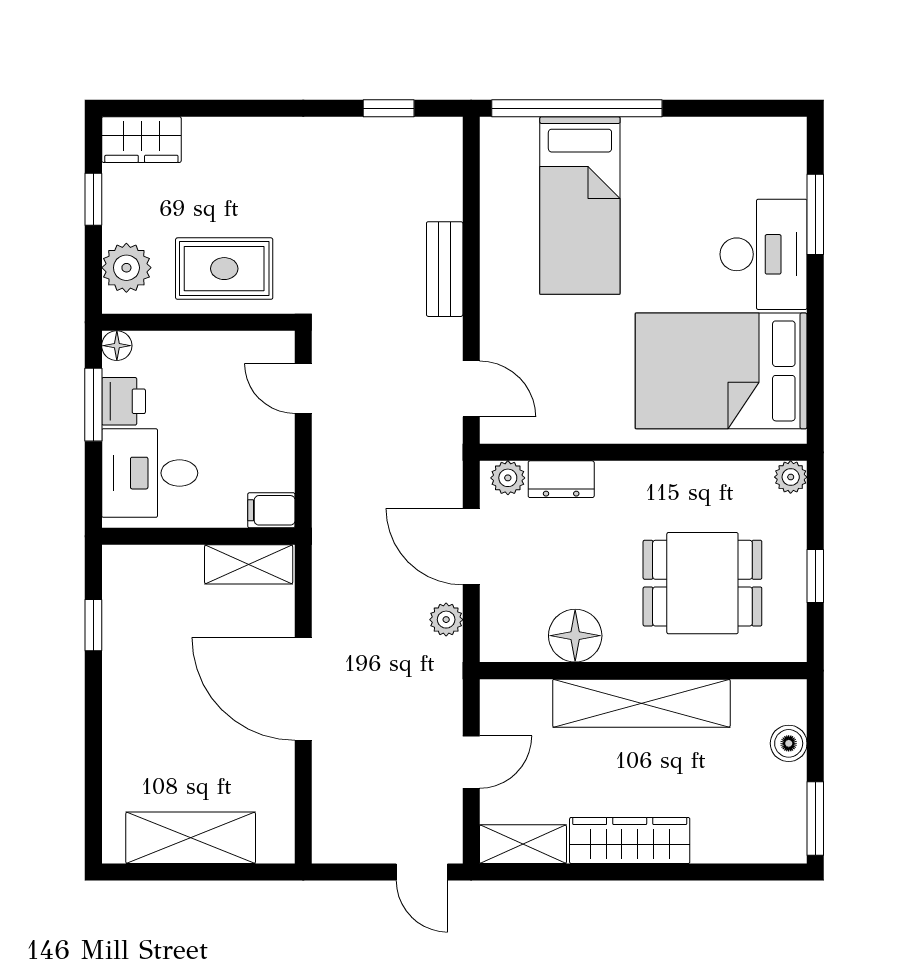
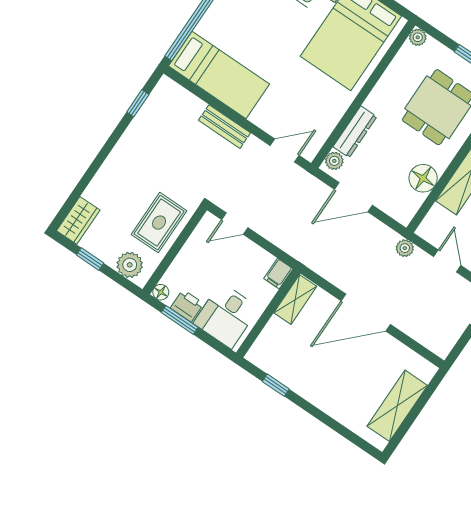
bed: (580, 206) -> (219, 75), moved
dresser: (561, 479) -> (355, 132), width x1.44
plant: (446, 620) -> (405, 248), moved

